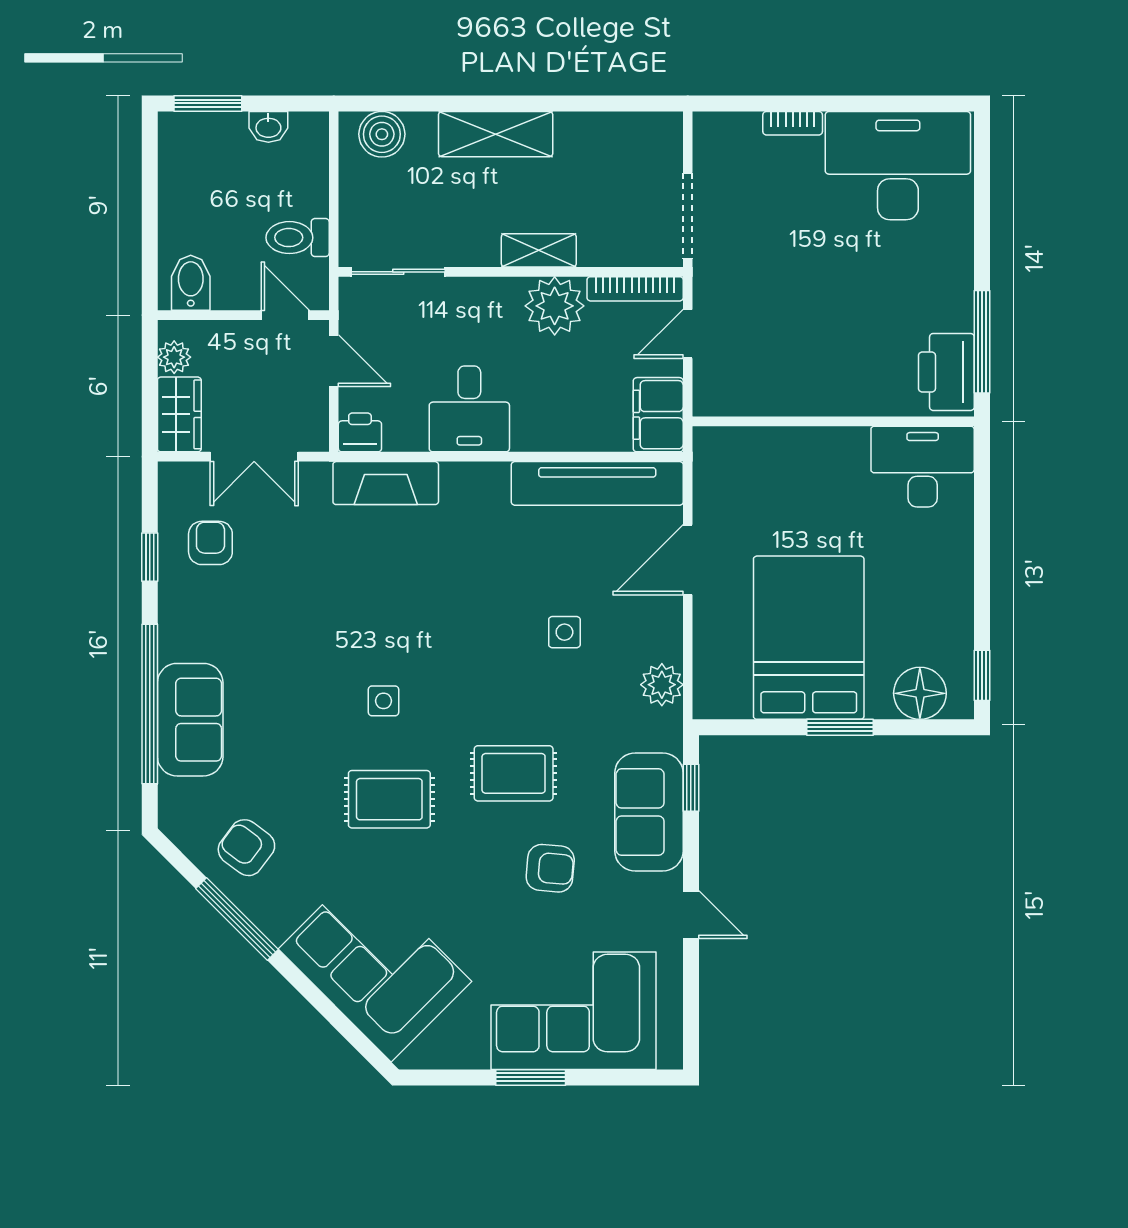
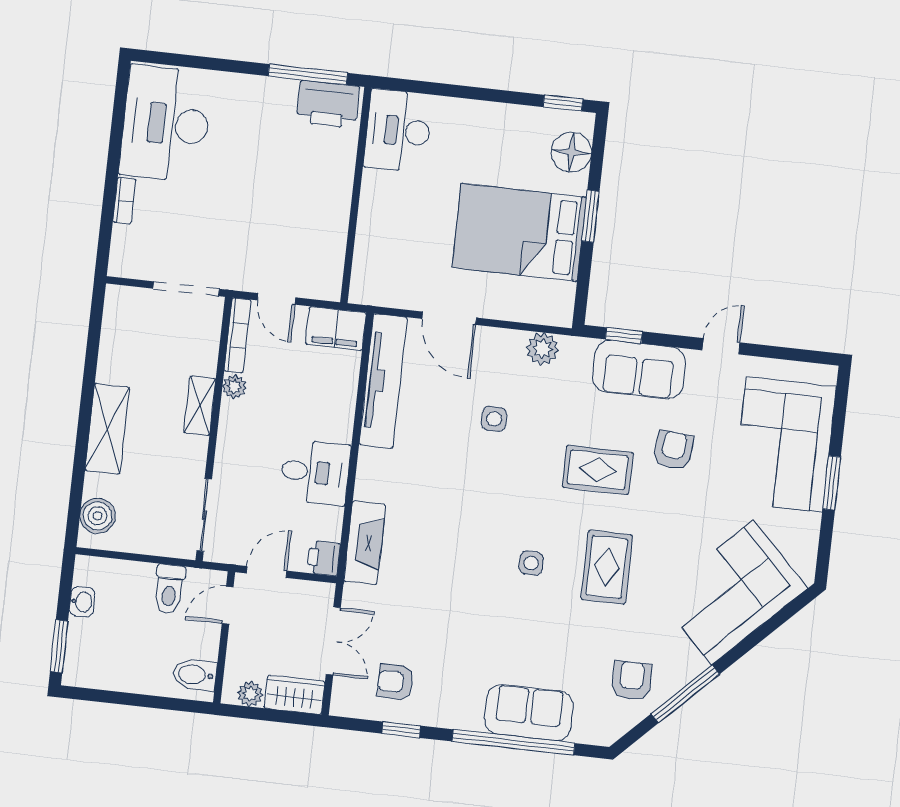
plant: (555, 306) -> (234, 387), width x0.53, depth x0.53
rug: (514, 773) -> (598, 470), turned 90
armchair: (246, 848) -> (632, 681), turned 143

